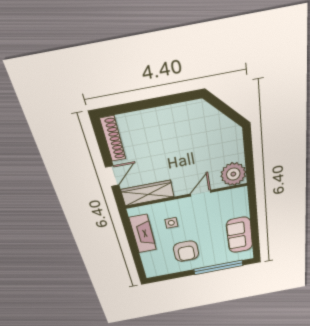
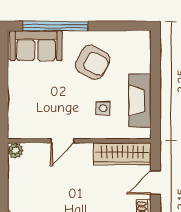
plant: (233, 174) -> (15, 150), width x0.53, depth x0.53
sofa: (240, 235) -> (36, 46), moved, turned 90
armchair: (186, 251) -> (93, 62), turned 118

